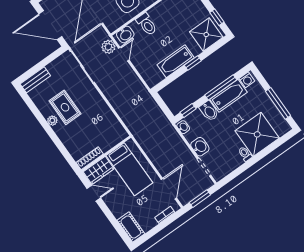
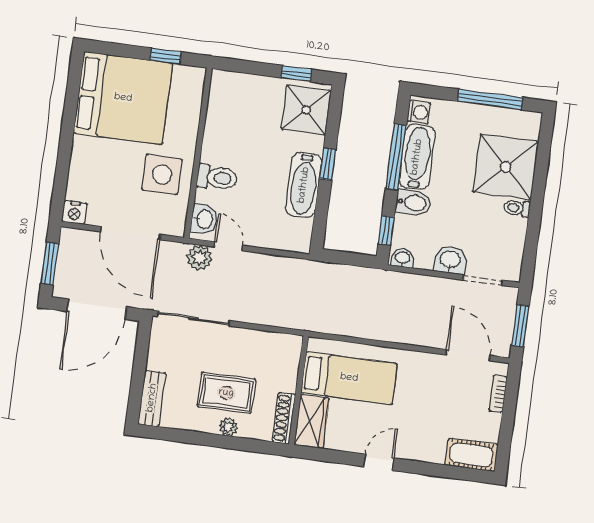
wall: (106, 154) -> (299, 390), moved
shoe rack: (90, 158) -> (284, 418), moved
bed: (129, 169) -> (349, 378), moved
wardrobe: (99, 170) -> (312, 421), moved

